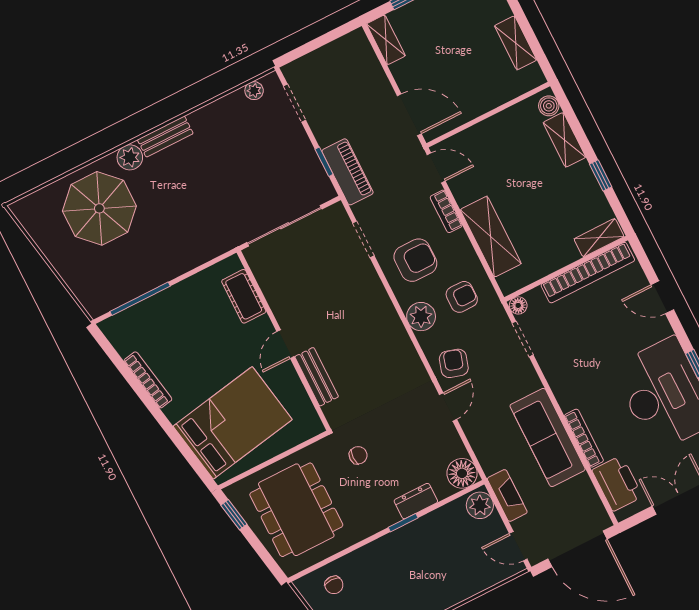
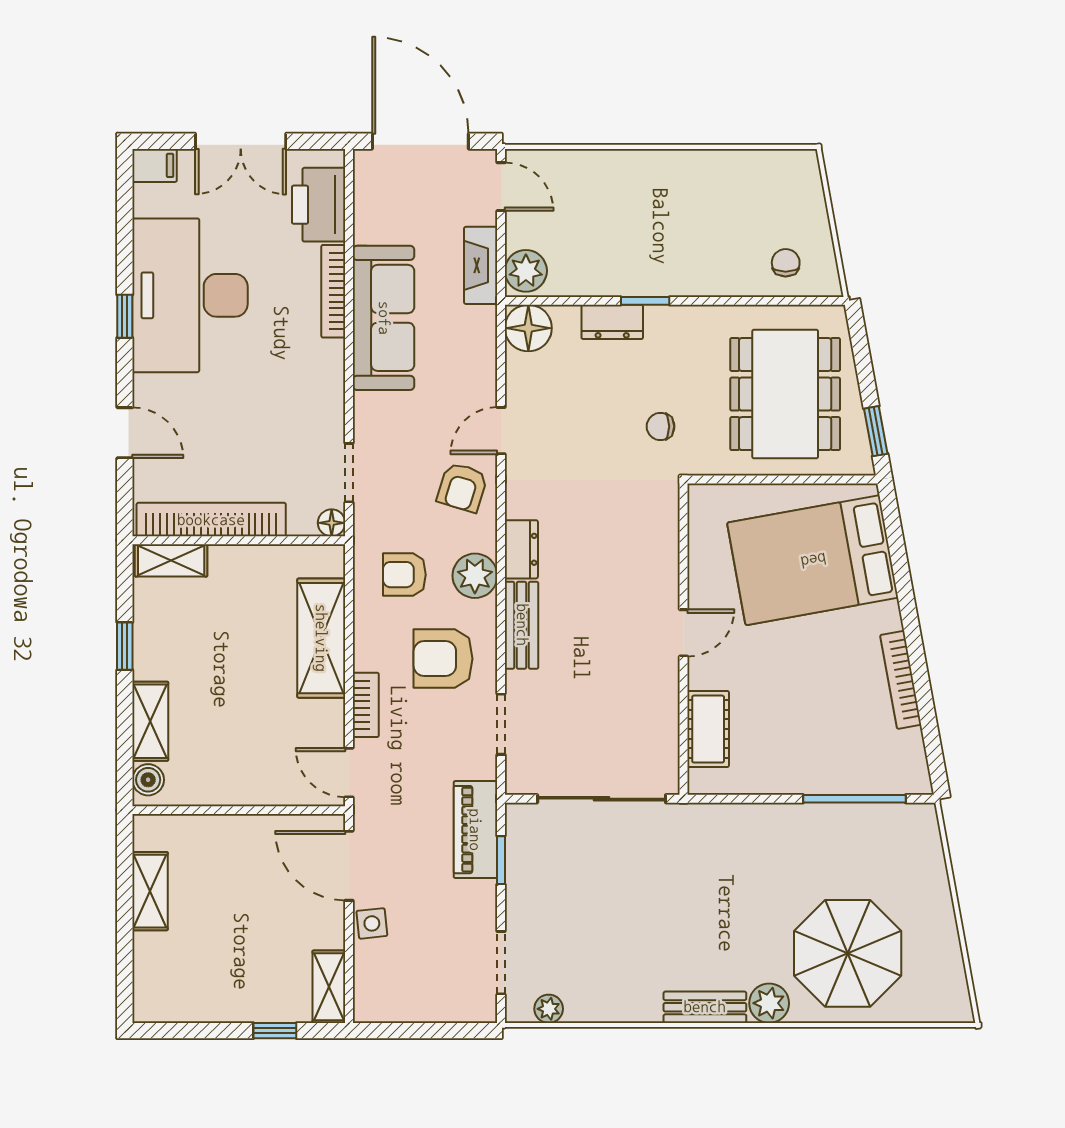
side table: (380, 88) -> (372, 923), added
dresser: (402, 345) -> (521, 549), added
bench: (317, 377) -> (522, 625), moved

